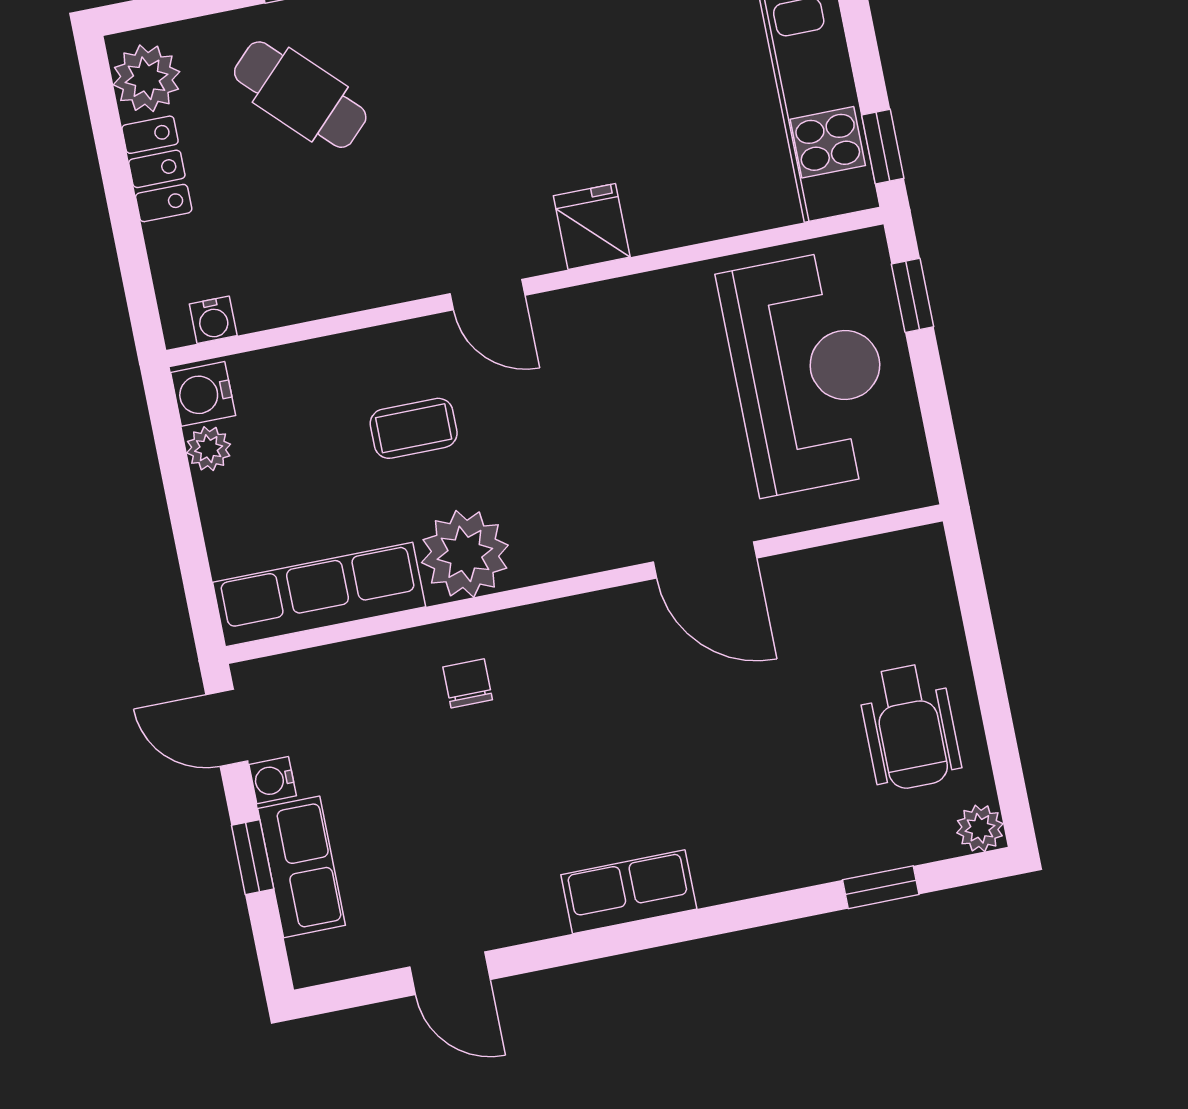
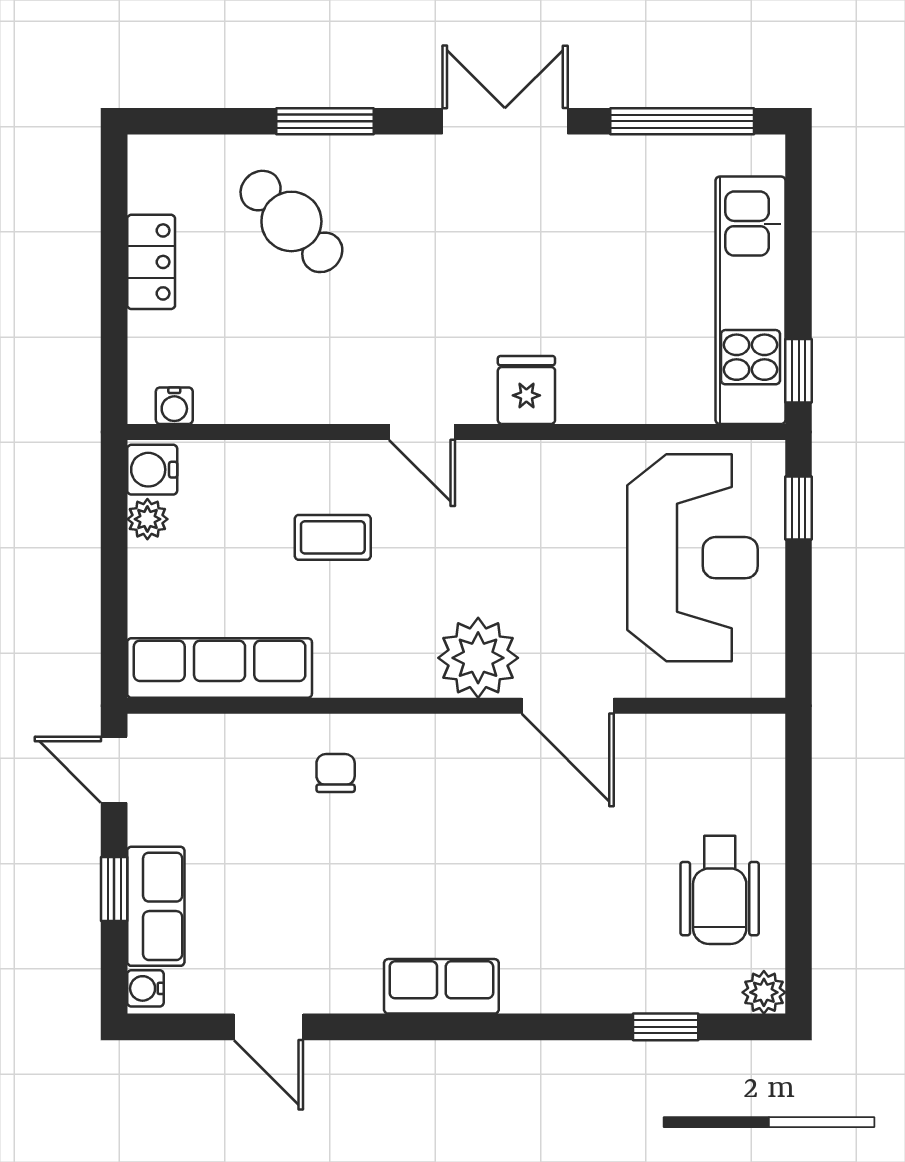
plant: (146, 78) -> (158, 180), removed
plant: (465, 554) -> (478, 658), moved
water cooler: (273, 780) -> (145, 988), moved

